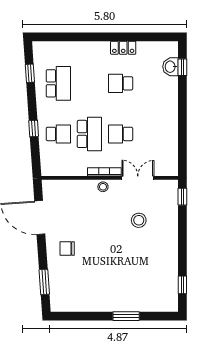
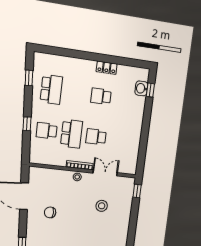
school desk: (58, 134) -> (47, 131), turned 180
chair: (67, 248) -> (50, 212), moved

